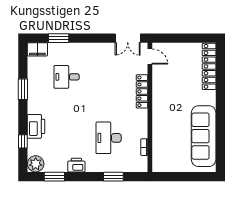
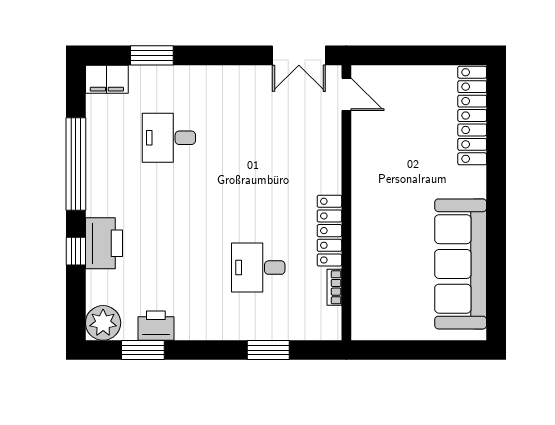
window: (23, 89) -> (76, 164), width x2.11
locker: (142, 91) -> (329, 231), moved
desk: (109, 138) -> (258, 268), width x0.73
window: (23, 141) -> (76, 251), moved
printer: (76, 165) -> (156, 326), moved

